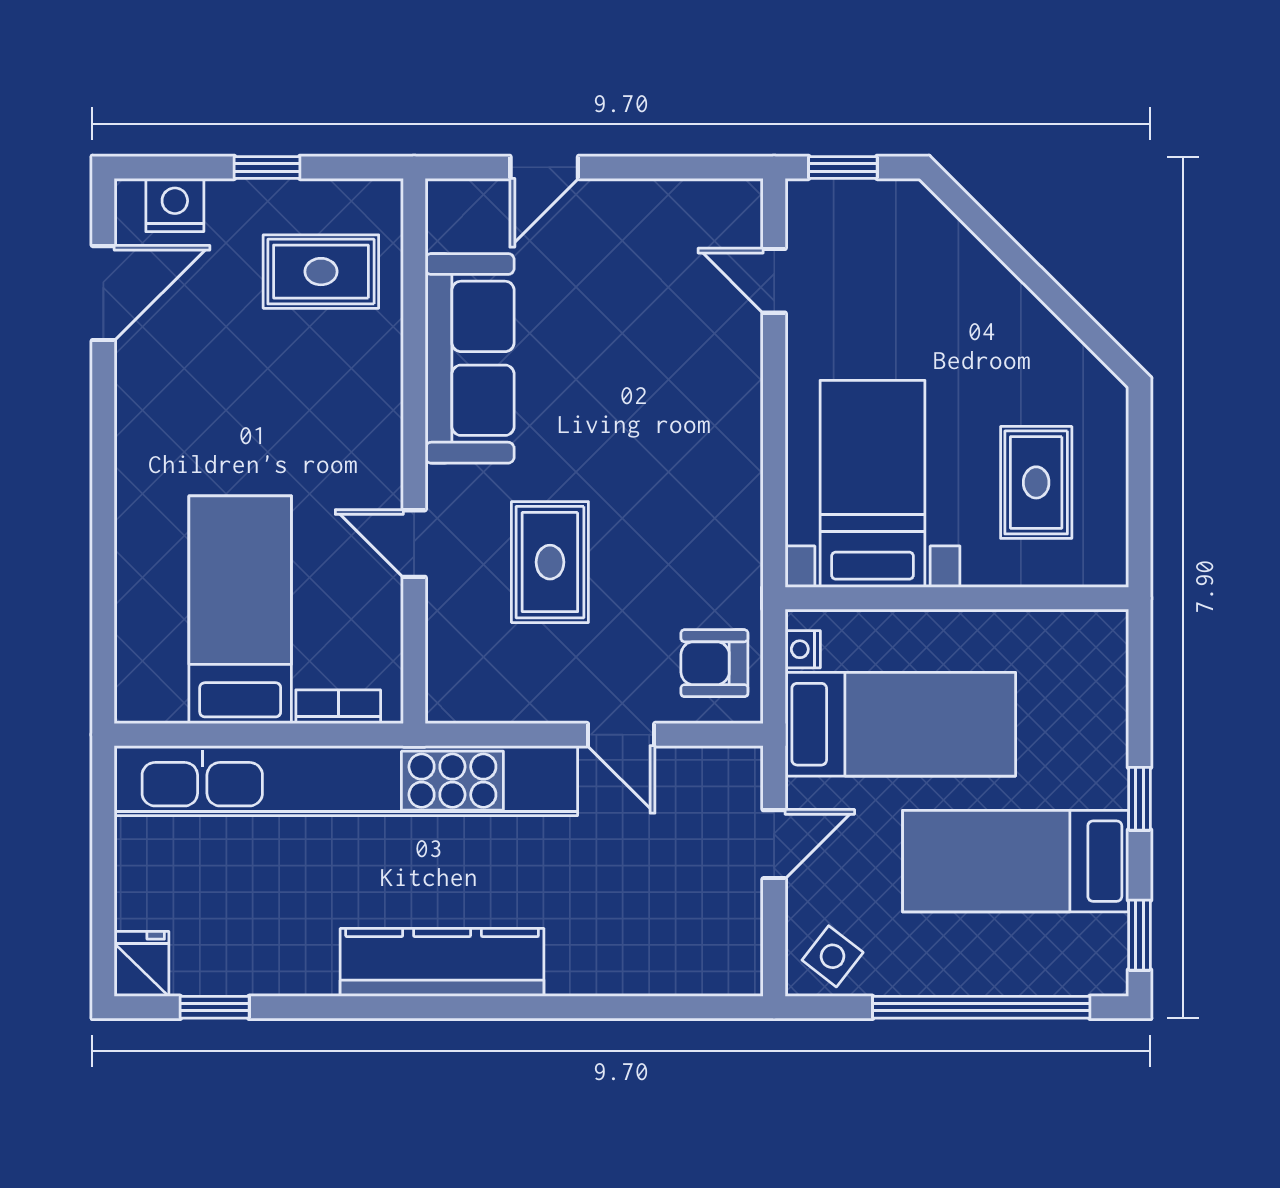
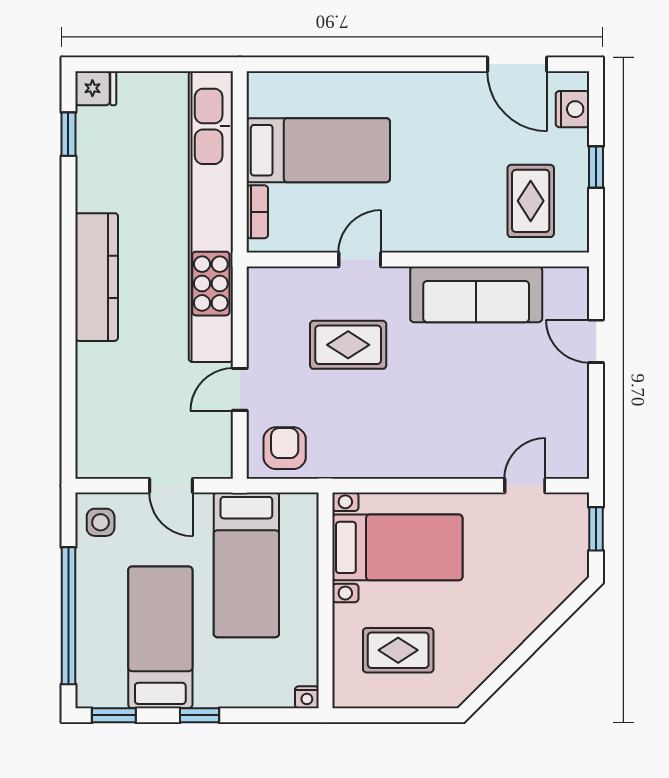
nightstand: (803, 649) -> (307, 697), moved, turned 180
side table: (833, 956) -> (101, 522), turned -38

